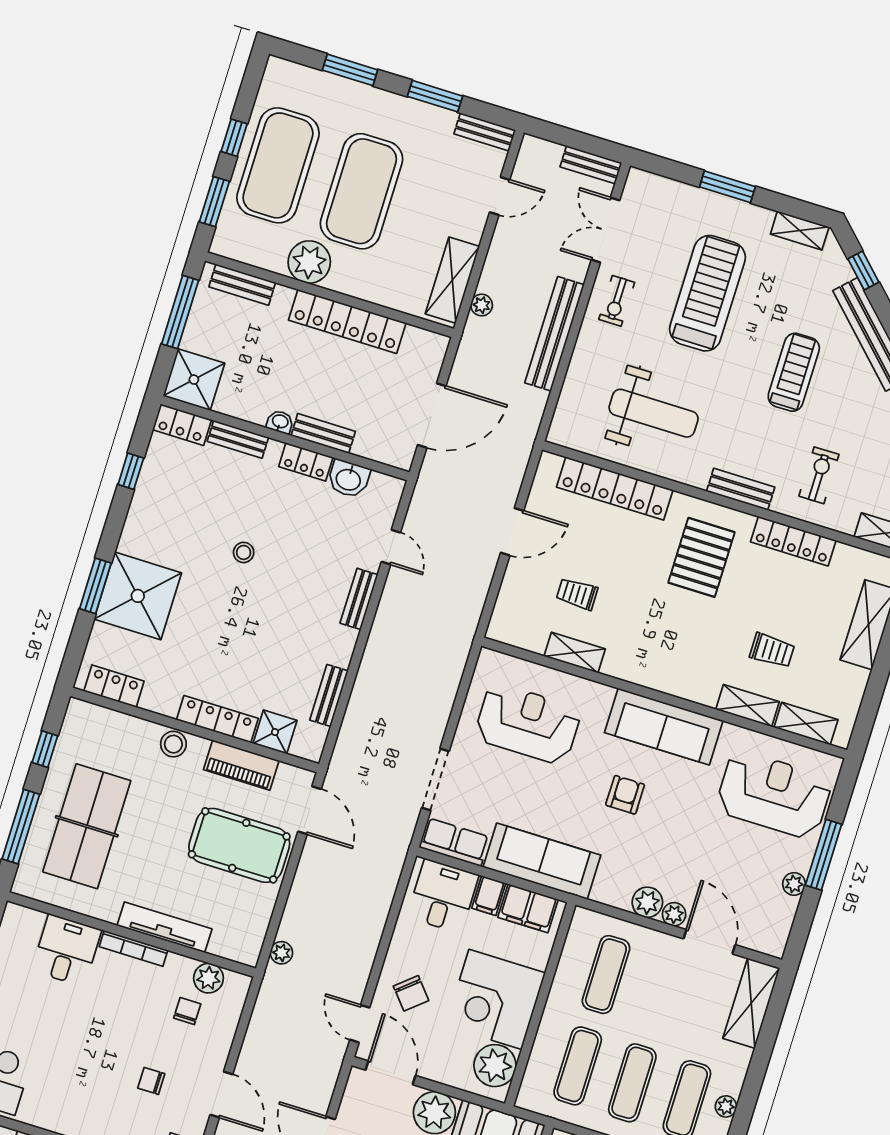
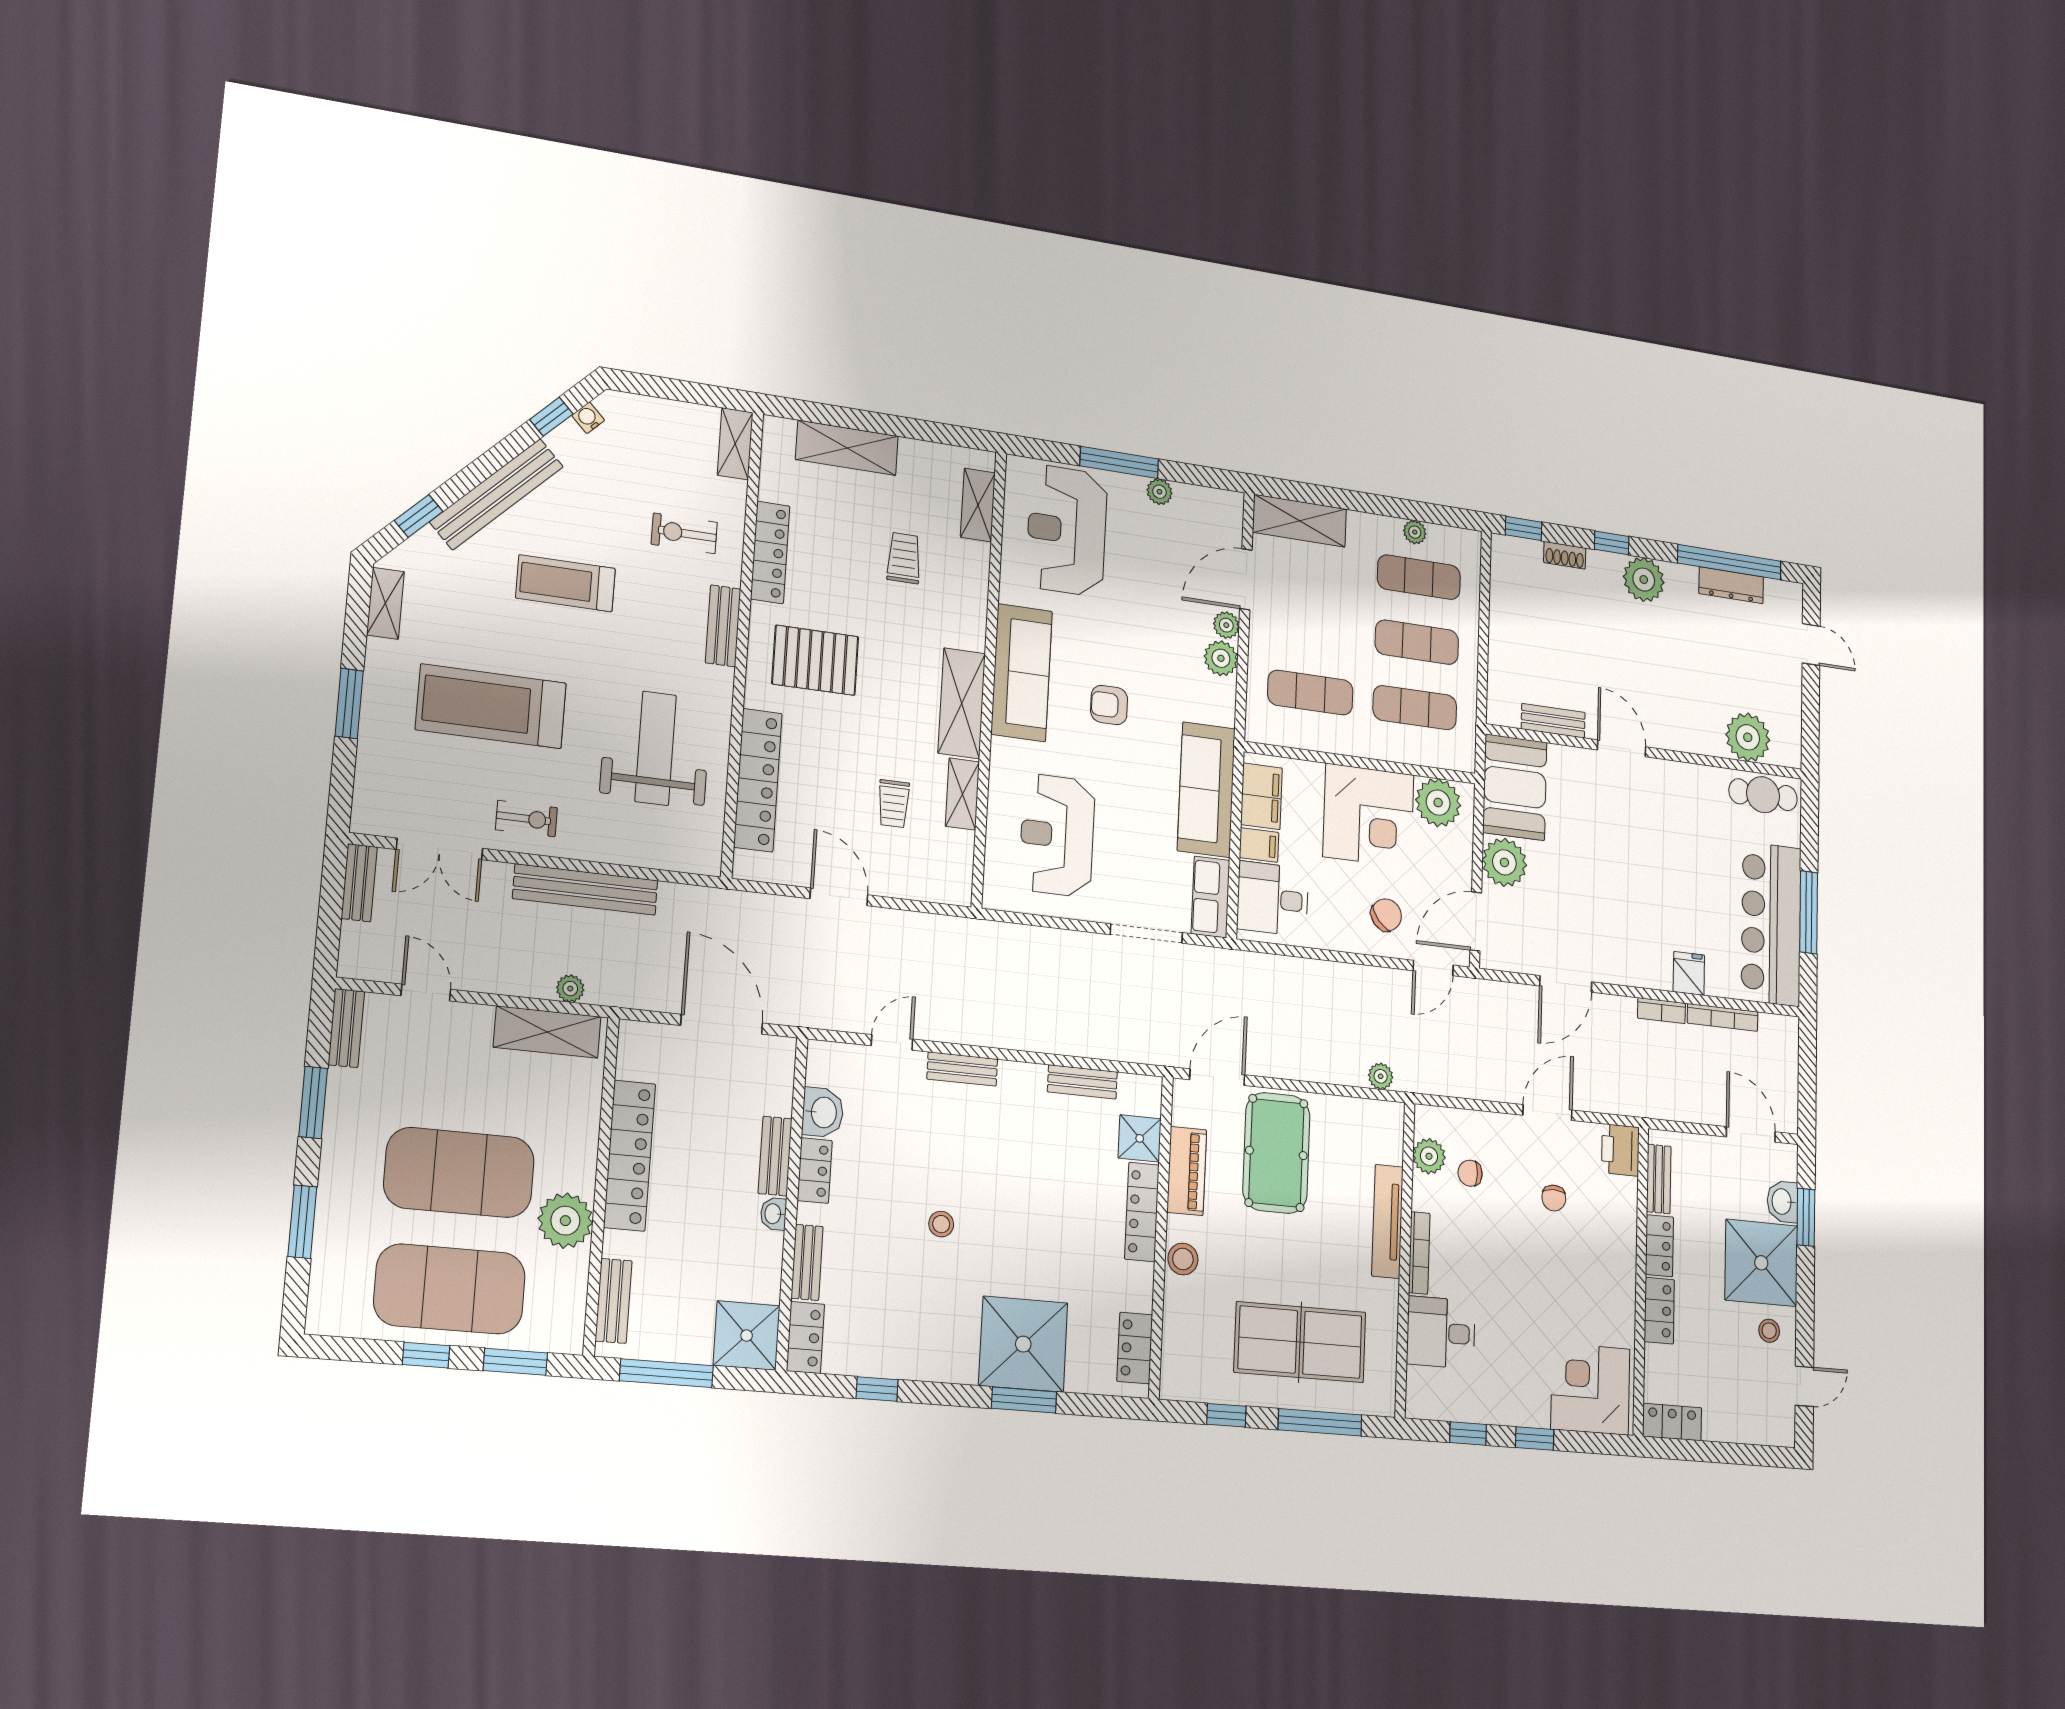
shelving: (748, 706) -> (962, 703), moved, width x1.50, depth x1.33

